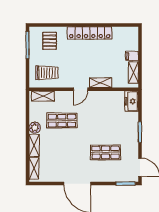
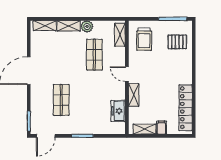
locker: (90, 33) -> (186, 108), moved
freezer: (132, 101) -> (118, 111), moved, turned -90

